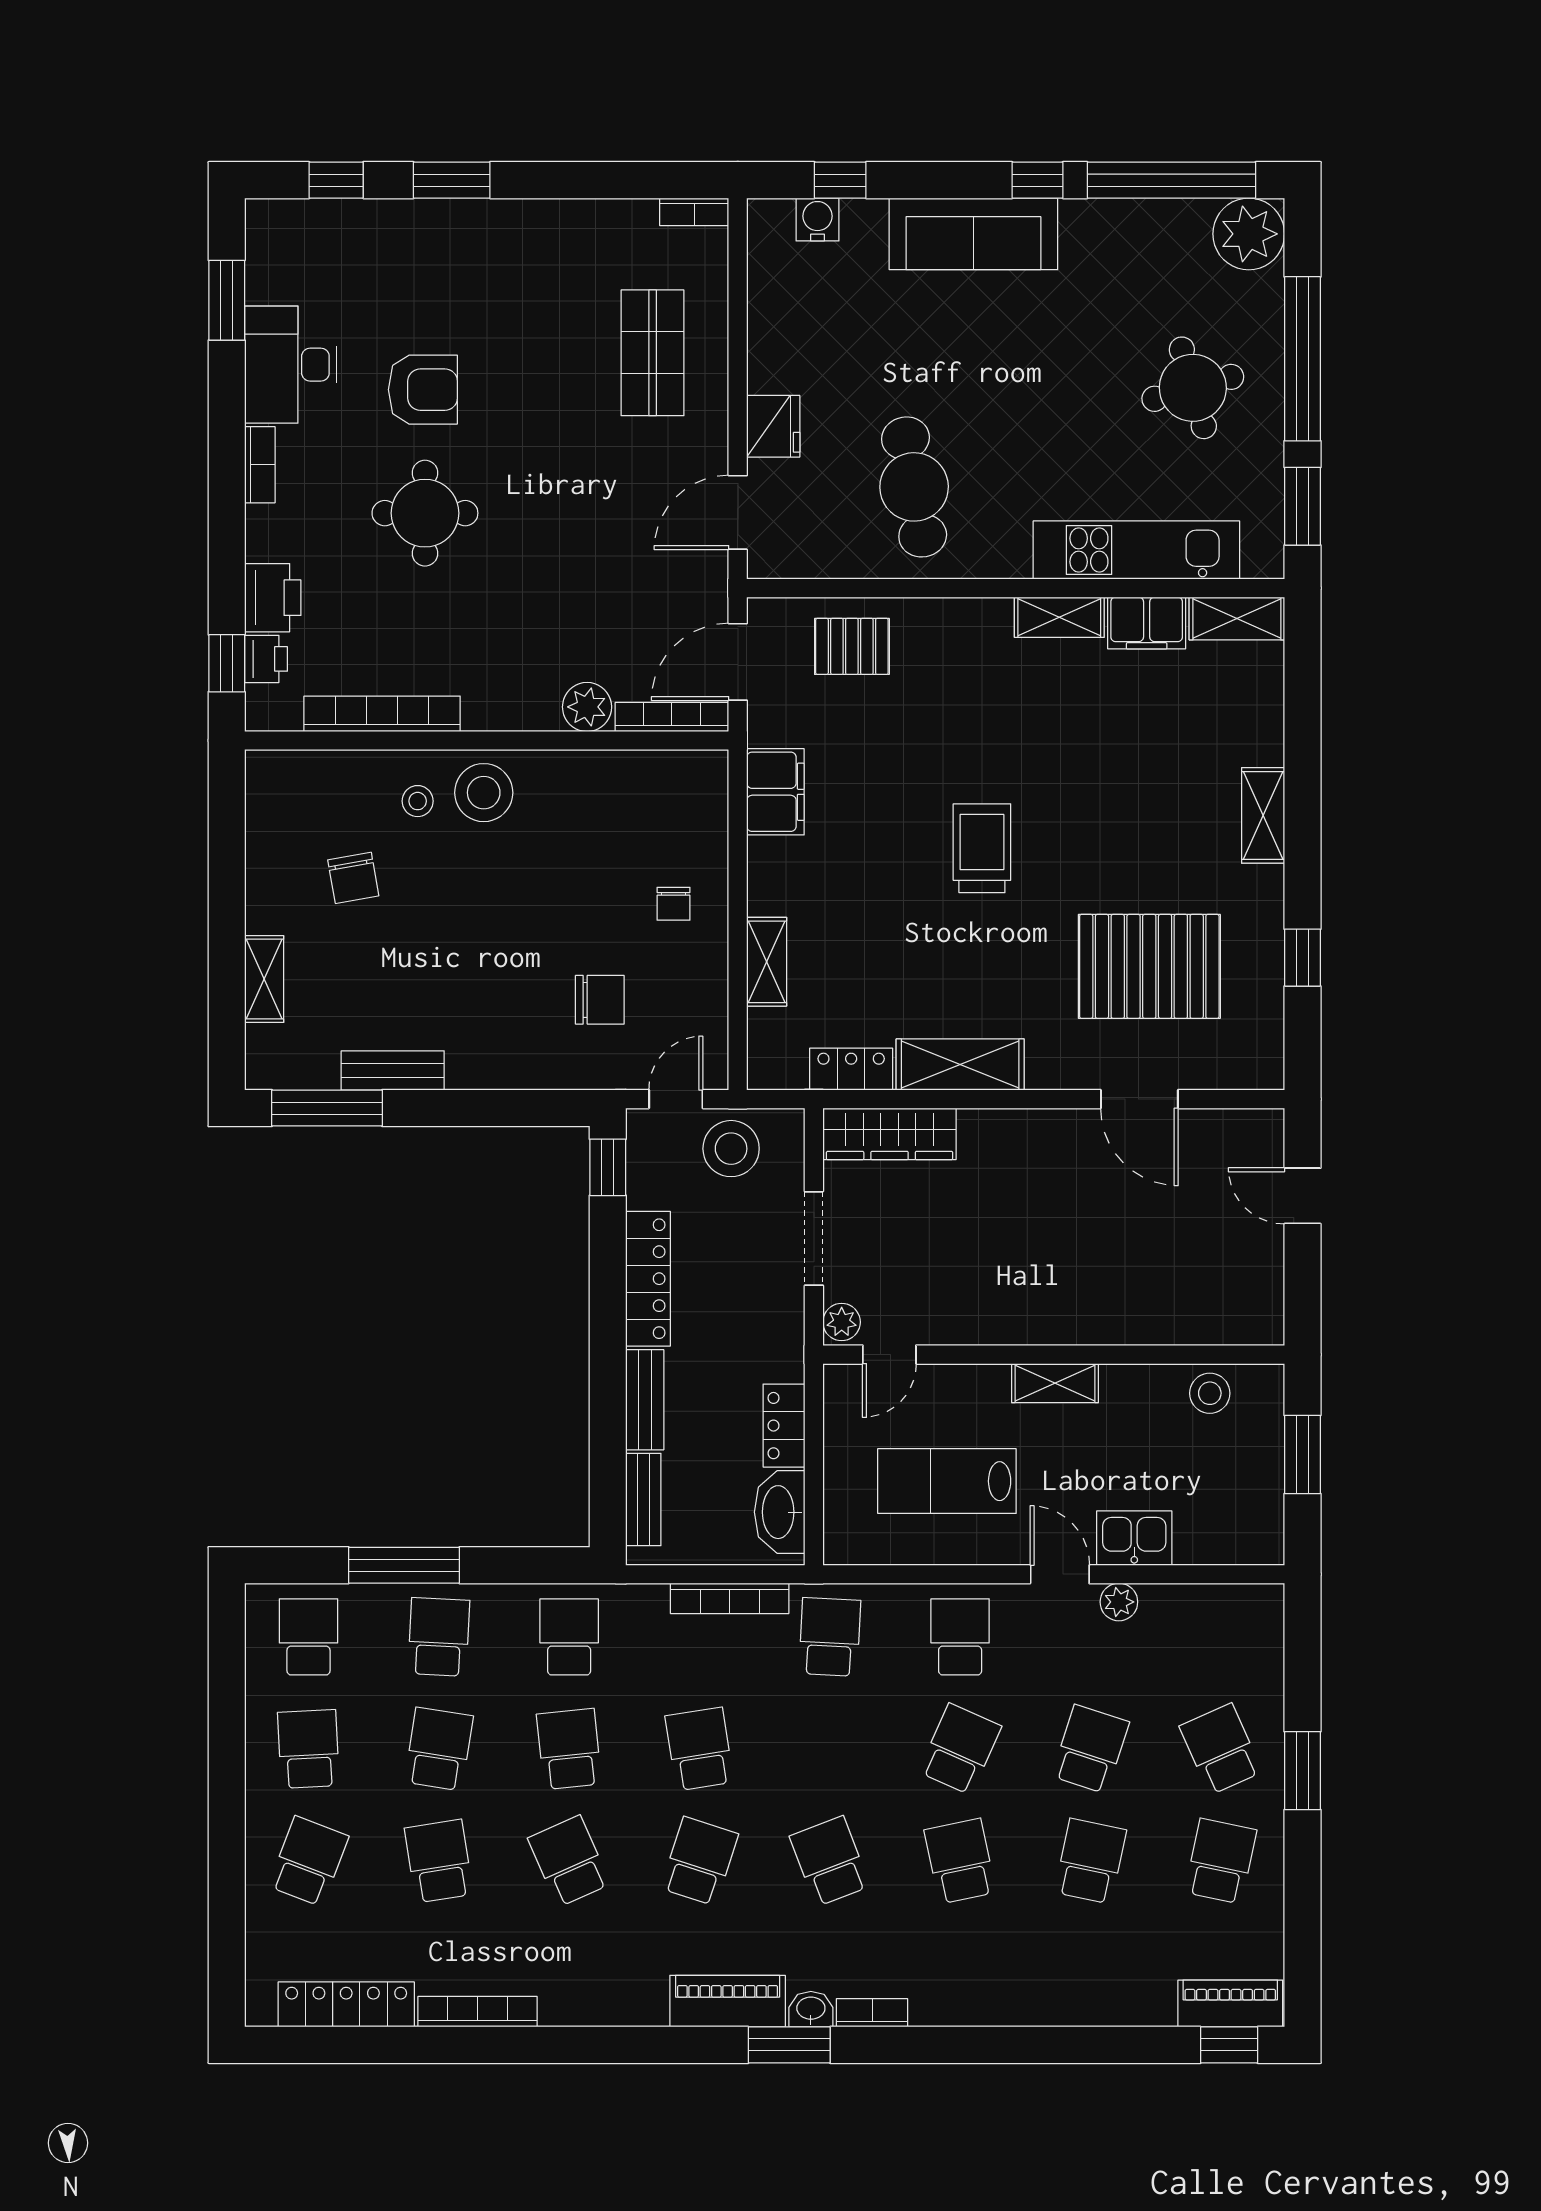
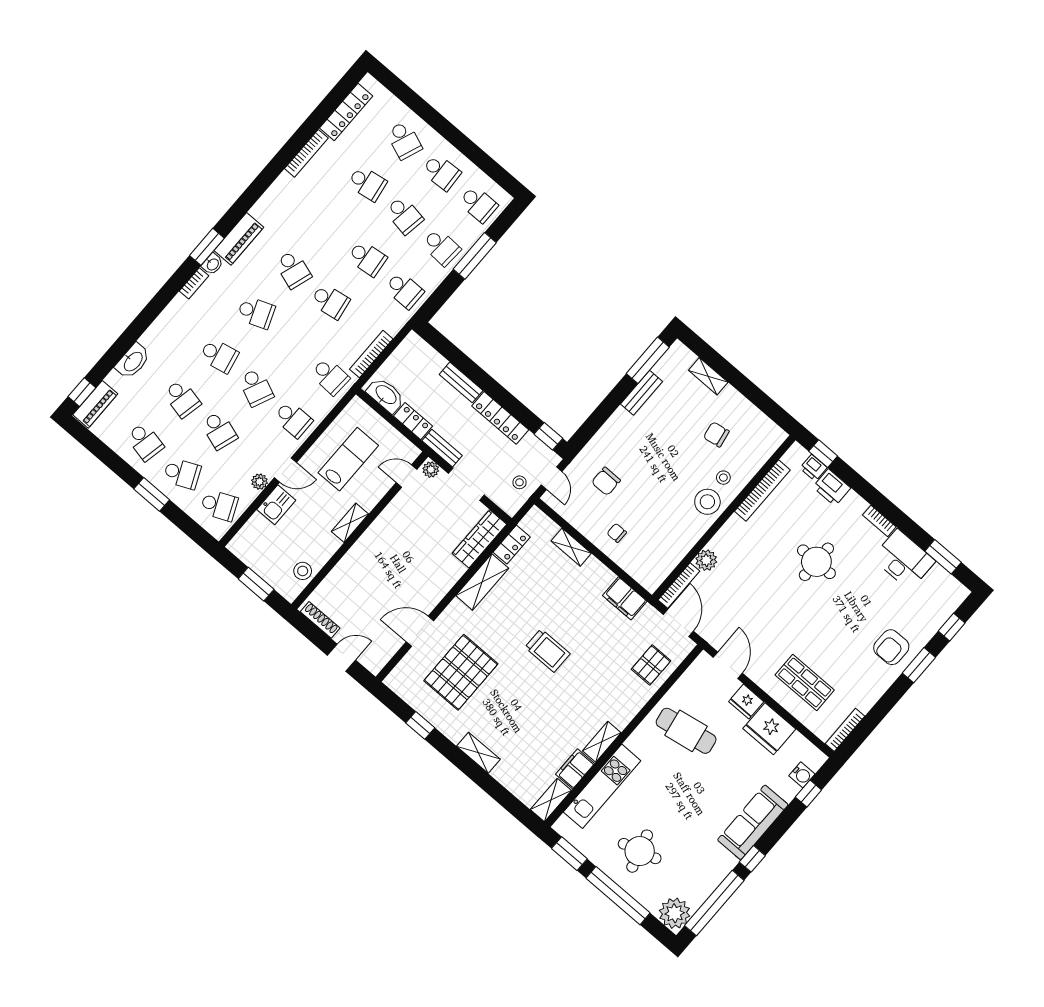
bookcase: (694, 212) -> (845, 730), width x1.56
fridge: (786, 345) -> (769, 729), added
armchair: (423, 390) -> (891, 647), moved
stool: (731, 1149) -> (520, 482), width x0.53, depth x0.53
shoe rack: (1269, 1290) -> (320, 620), added
door: (889, 1355) -> (406, 476), hinge flipped
bench: (643, 1500) -> (442, 448), moved
school desk: (569, 1861) -> (219, 505), moved
washbasin: (1099, 2003) -> (133, 361), added

